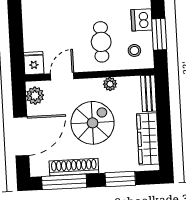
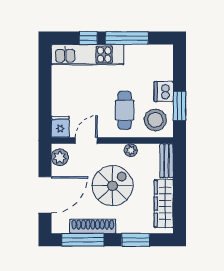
stool: (134, 50) -> (155, 120), width x1.89, depth x1.89

